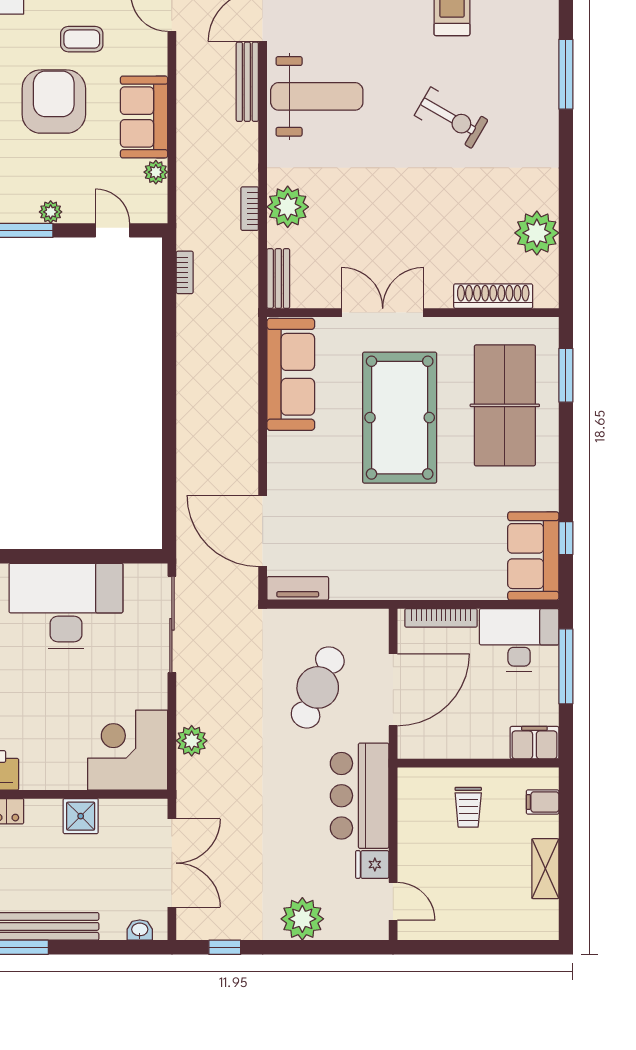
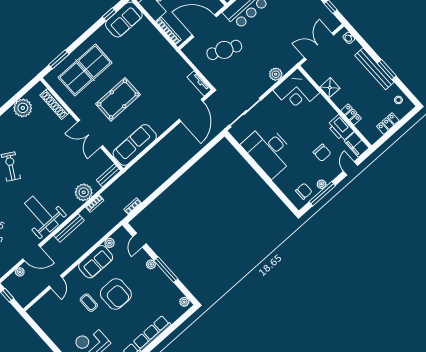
bench: (247, 82) -> (69, 228), moved
armchair: (54, 102) -> (116, 294), turned -90
pool table: (400, 418) -> (118, 99), width x0.73, depth x0.76

